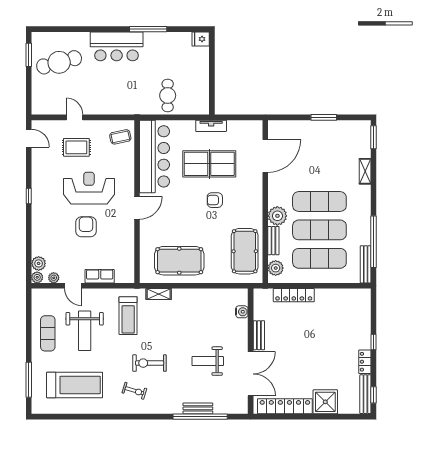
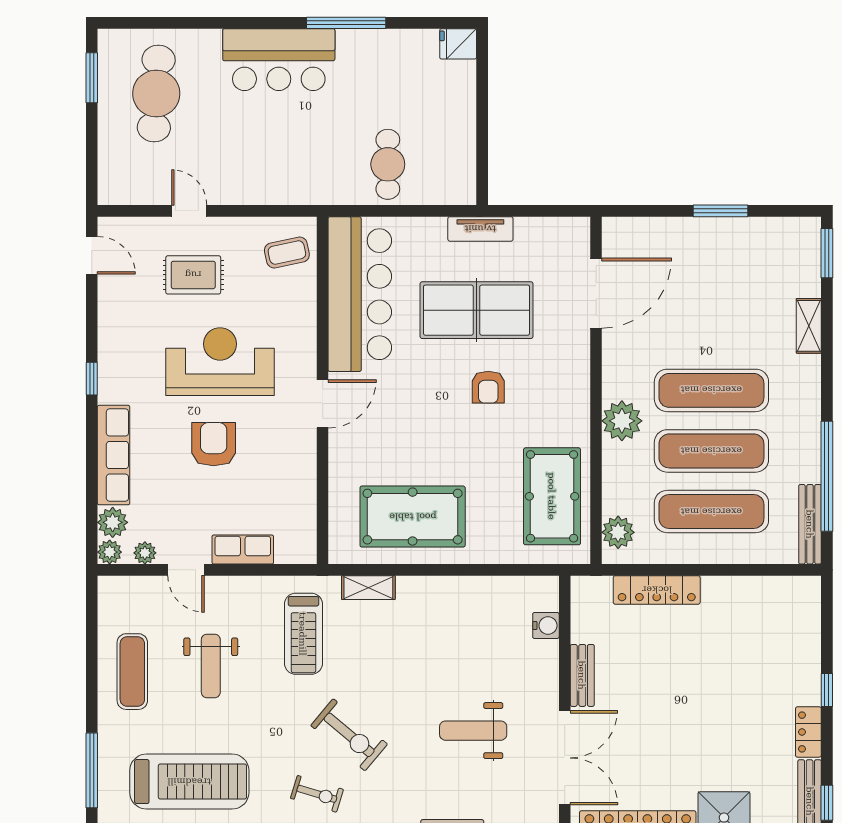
cafe table: (59, 62) -> (156, 94), turned -71
armchair: (215, 200) -> (488, 387), turned -90
row of seats: (39, 232) -> (114, 455), added
bench: (273, 241) -> (613, 474), removed
weight bench: (85, 331) -> (211, 666), width x0.73, depth x0.75
exercise bike: (150, 363) -> (349, 735), turned -140

